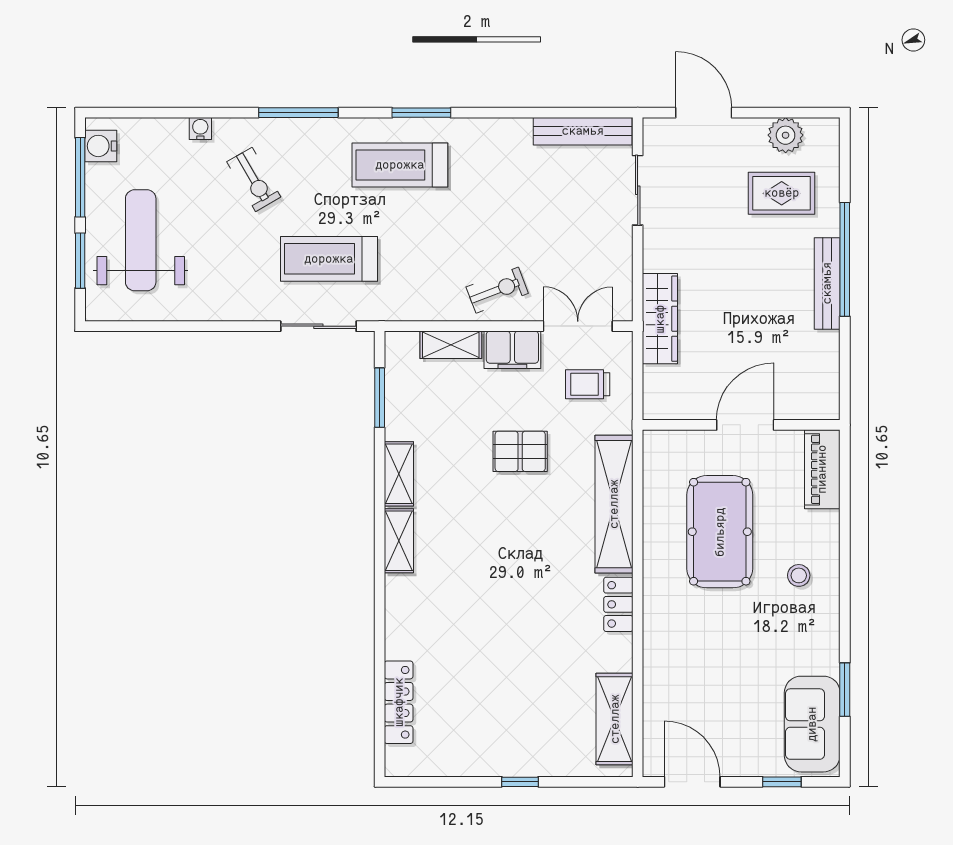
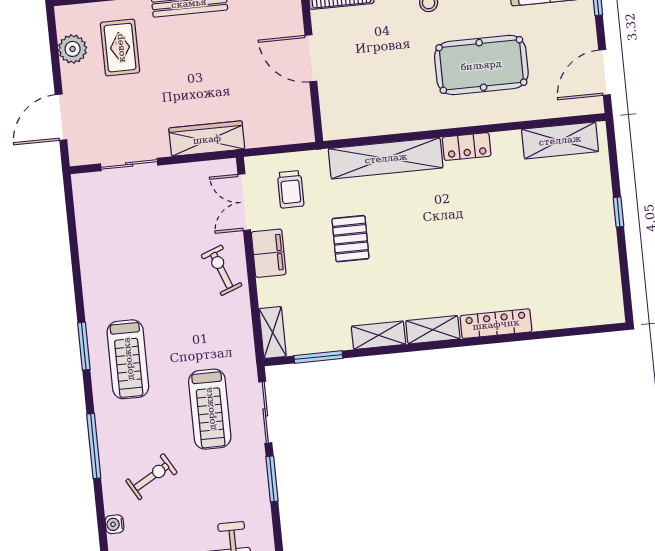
bench: (583, 131) -> (86, 214), removed
wardrobe: (660, 319) -> (207, 139), moved
window: (236, 326) -> (272, 479), added
shelving: (451, 345) -> (273, 332), moved
pool table: (720, 532) -> (481, 65), moved
locker: (399, 702) -> (496, 324), moved

